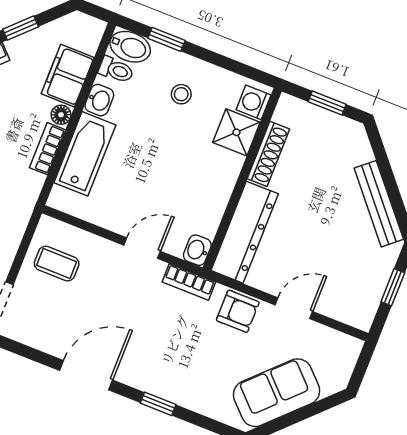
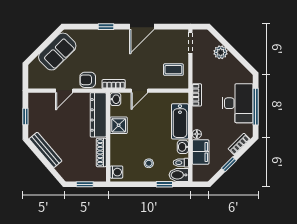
shower: (236, 132) -> (119, 125), moved
bookcase: (47, 149) -> (197, 95), moved

